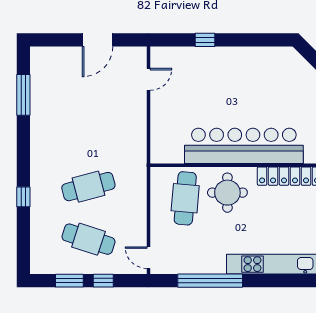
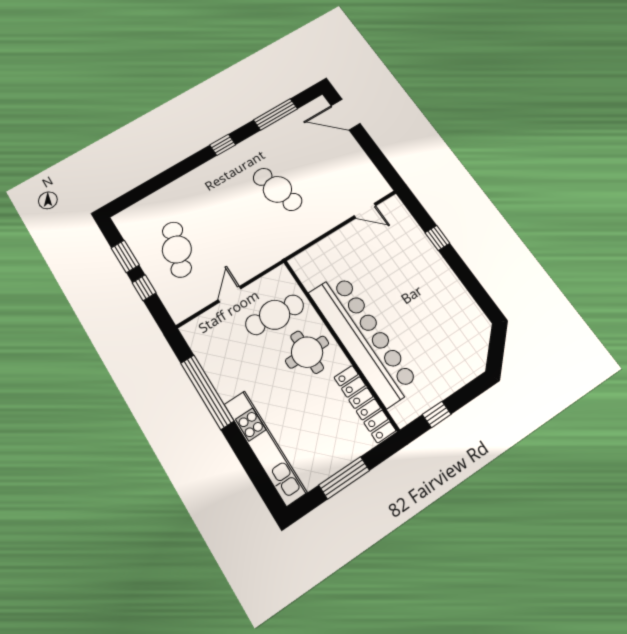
door: (97, 40) -> (346, 115), moved
cafe table: (88, 187) -> (277, 189), moved
window: (23, 197) -> (223, 145), moved
door: (149, 258) -> (230, 294), moved

